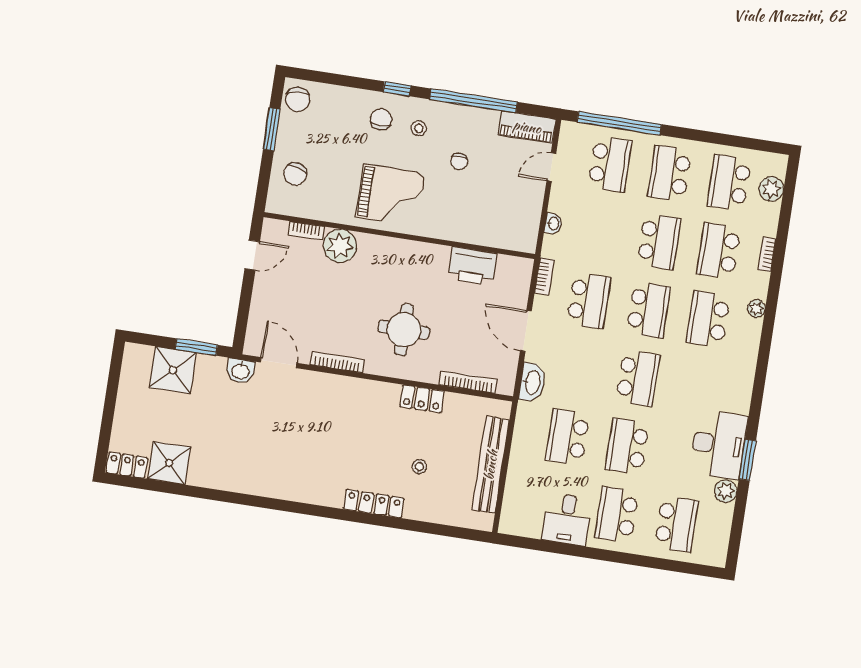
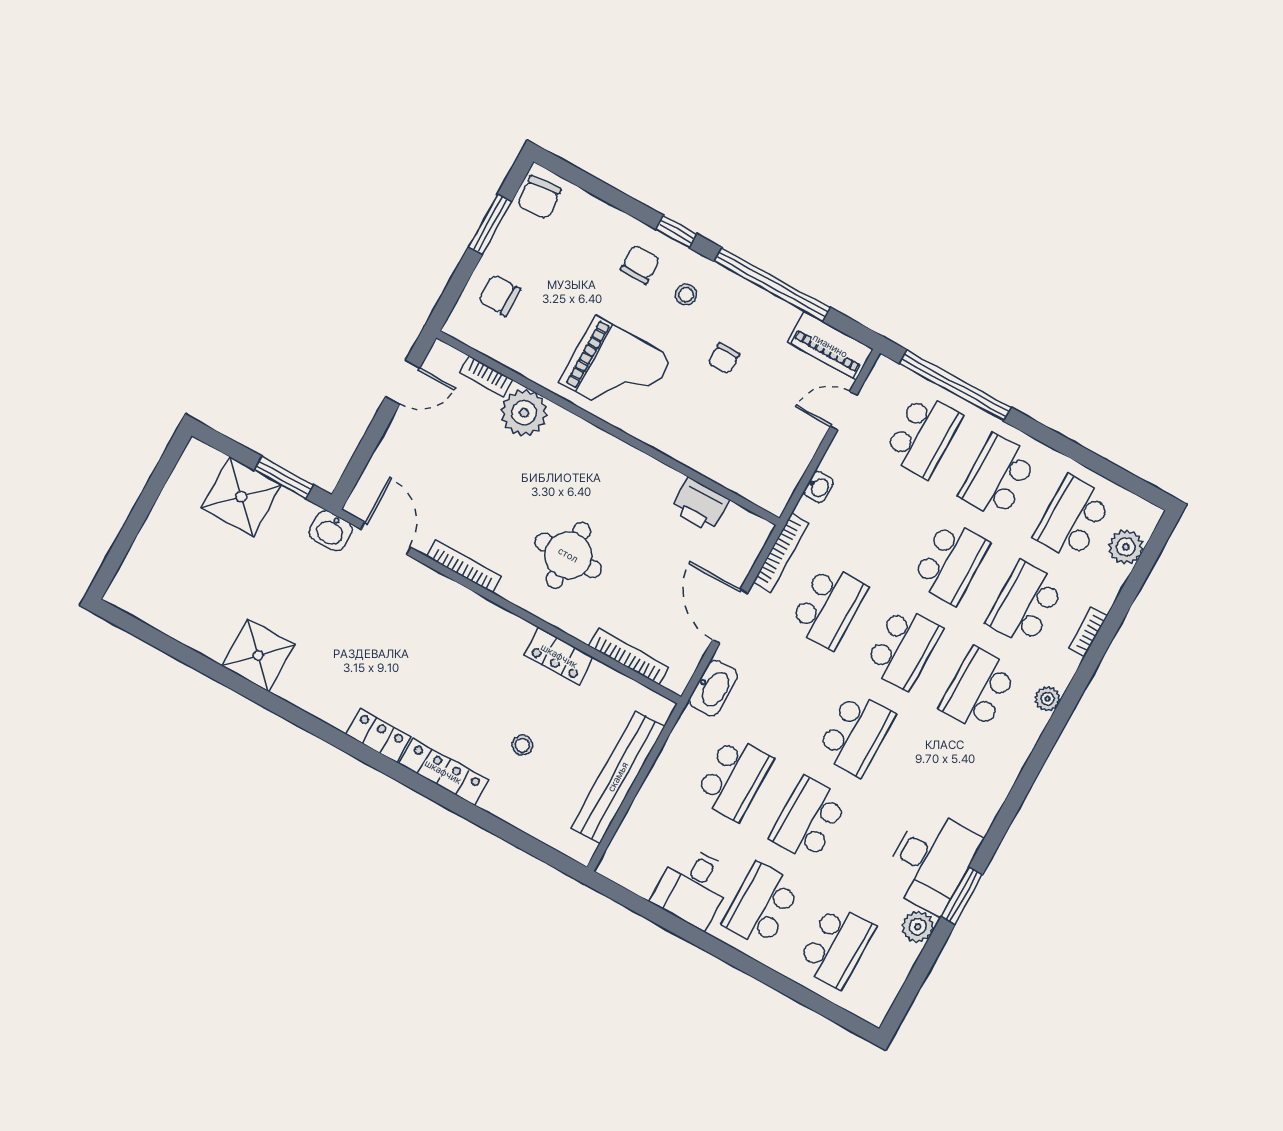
chair: (295, 174) -> (500, 295), turned 73
printer: (472, 266) -> (700, 505), width x0.73, depth x0.84
bookcase: (544, 276) -> (781, 553), width x1.56
school desk: (568, 437) -> (734, 778), turned 180
shower: (169, 463) -> (258, 655), moved
locker: (127, 465) -> (378, 735), moved

